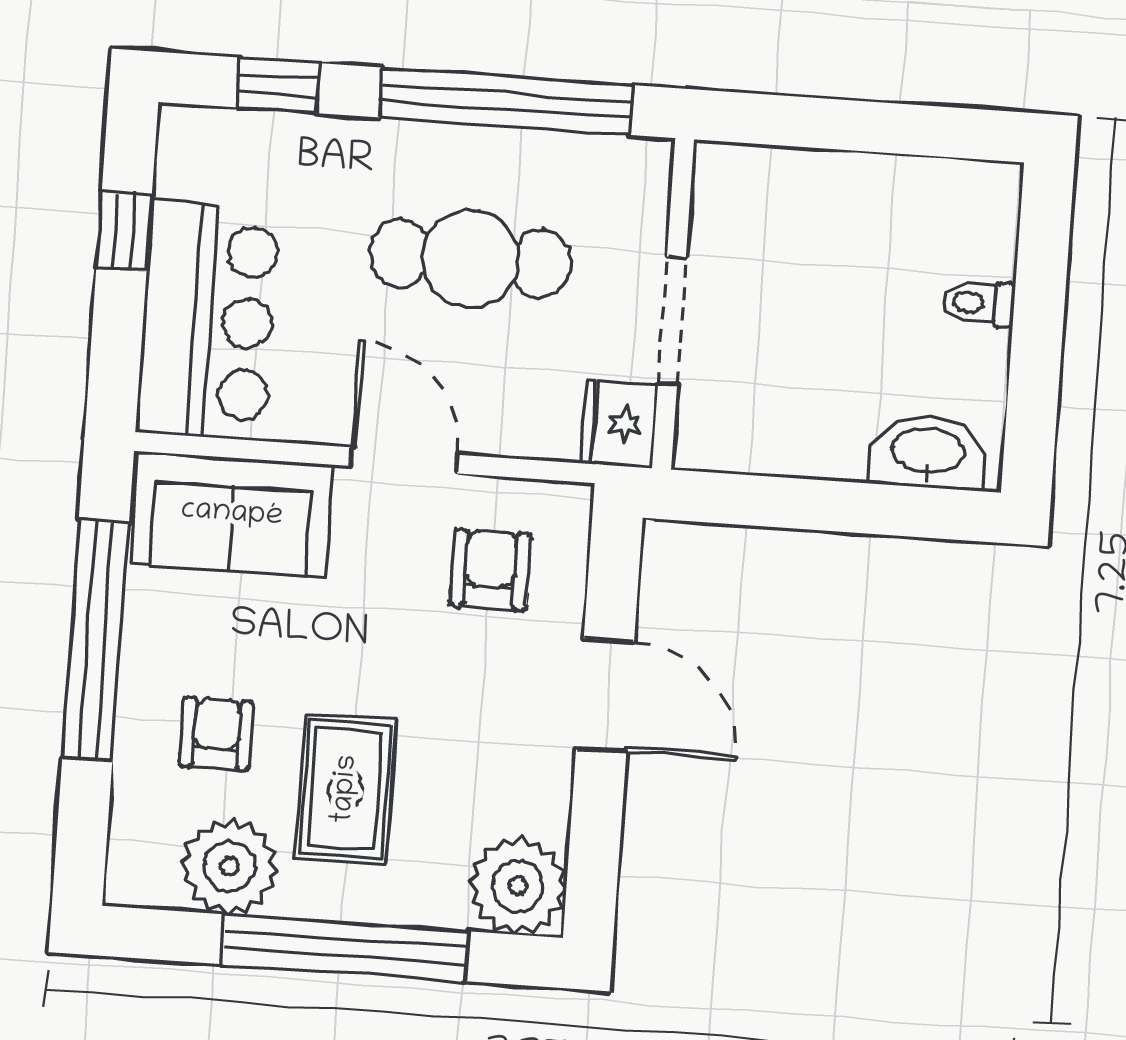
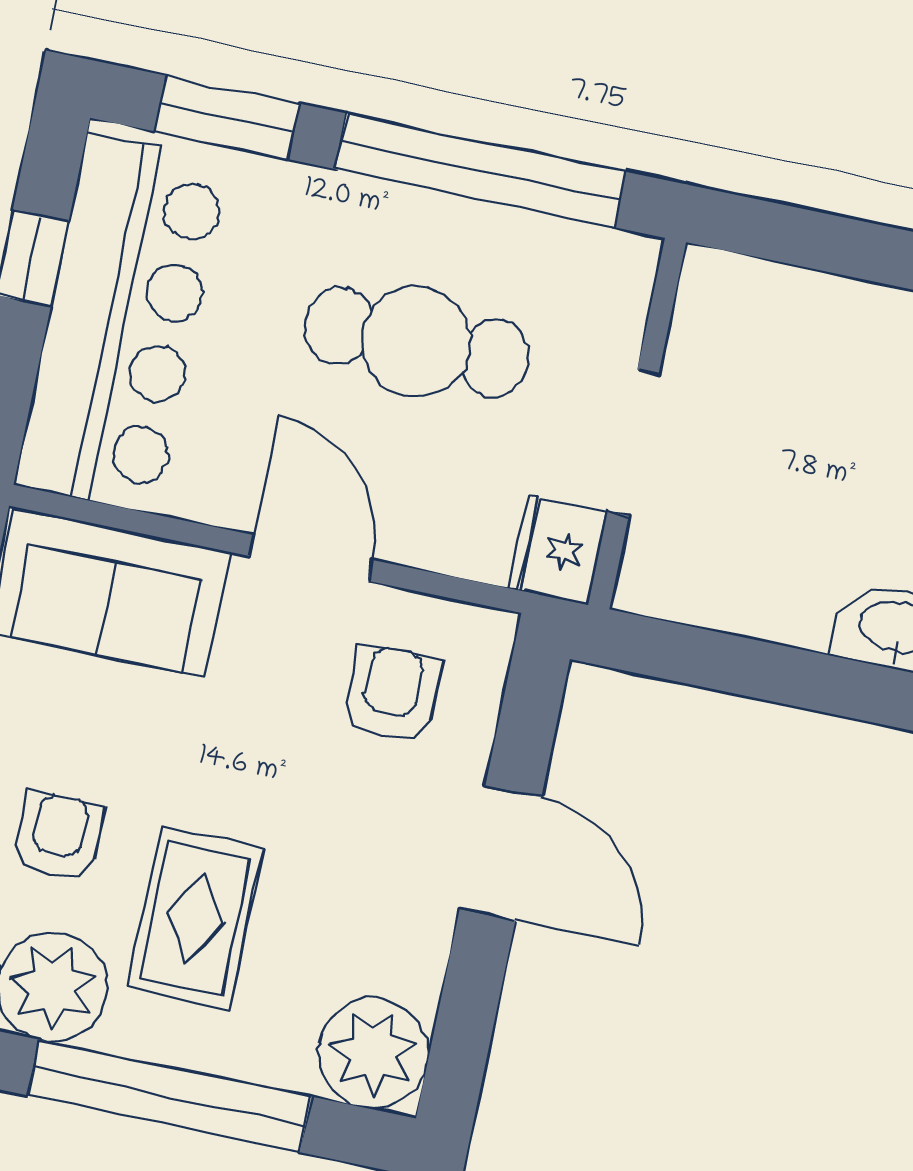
window: (278, 85) -> (227, 117), width x1.50
bar counter: (208, 321) -> (122, 324), width x1.36

